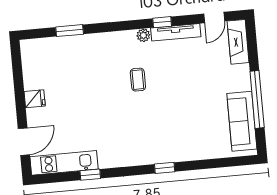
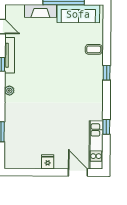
plant: (143, 35) -> (9, 91), moved
fireplace: (238, 42) -> (40, 11), moved
coffee table: (138, 80) -> (94, 49), moved

